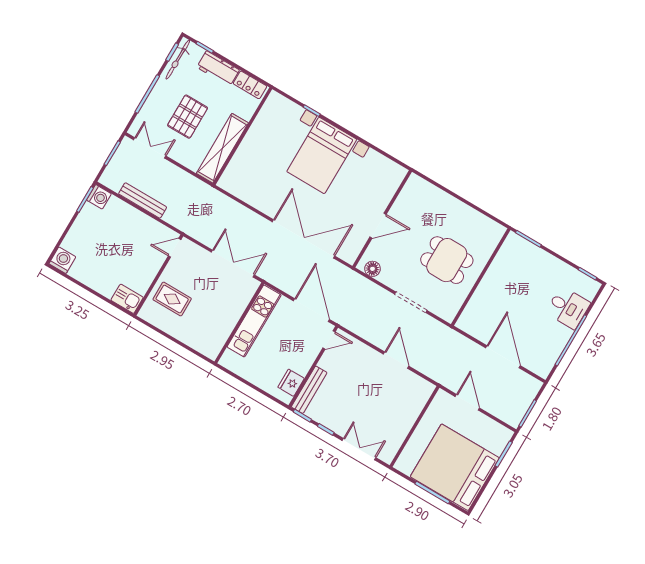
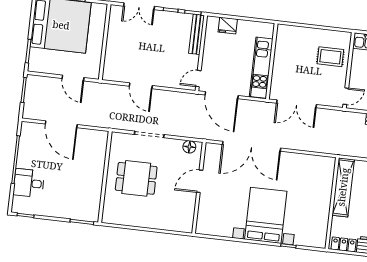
fridge: (291, 383) -> (228, 26), moved, turned 90

